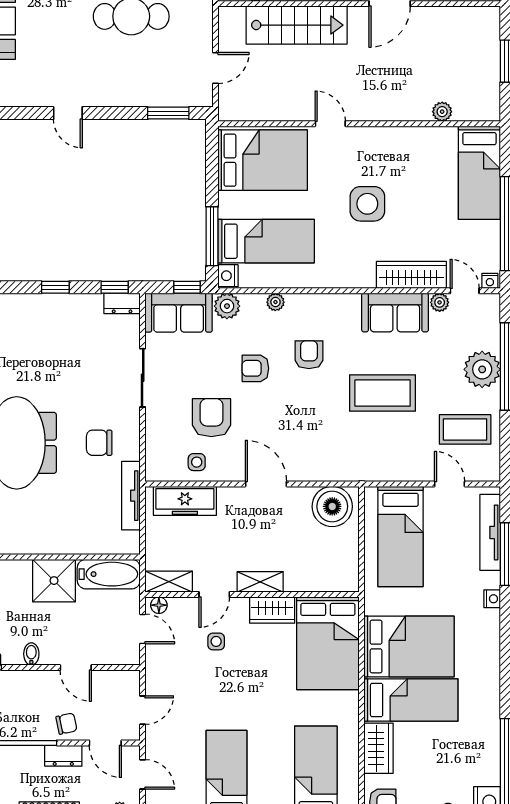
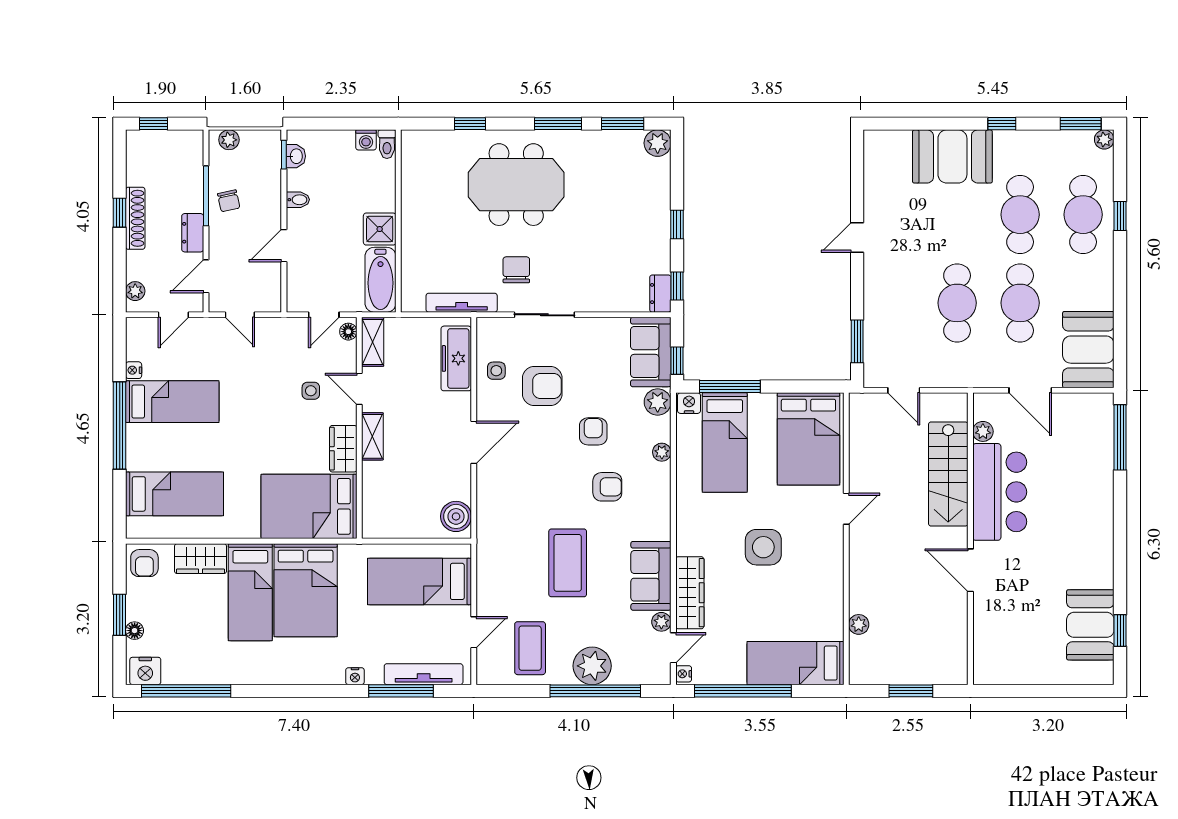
sliding door: (143, 378) -> (544, 315), moved
boiler: (332, 506) -> (456, 516), width x0.73, depth x0.73
shower: (54, 581) -> (380, 229), width x0.73, depth x0.73
chair: (66, 724) -> (229, 201), moved

